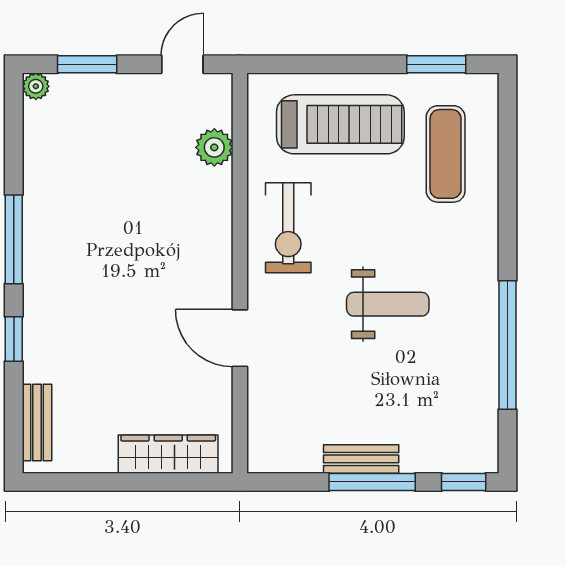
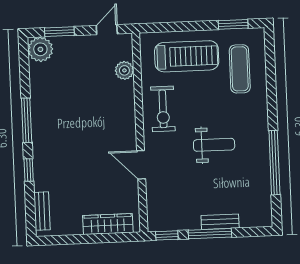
plant: (36, 86) -> (40, 49), width x1.88, depth x1.88
bench: (361, 459) -> (220, 222), moved
window: (464, 482) -> (167, 235), moved

